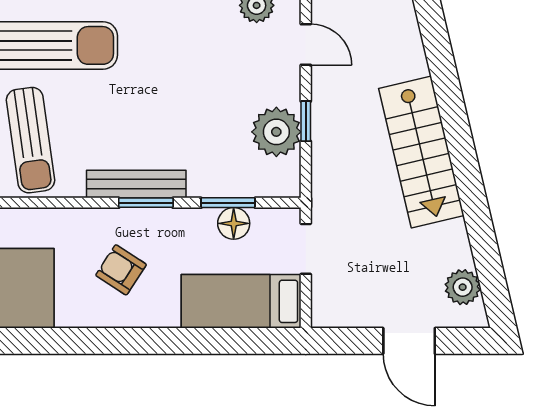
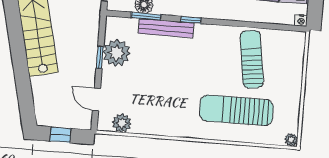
bench: (136, 184) -> (166, 28), moved
window: (146, 203) -> (191, 20), width x0.67

